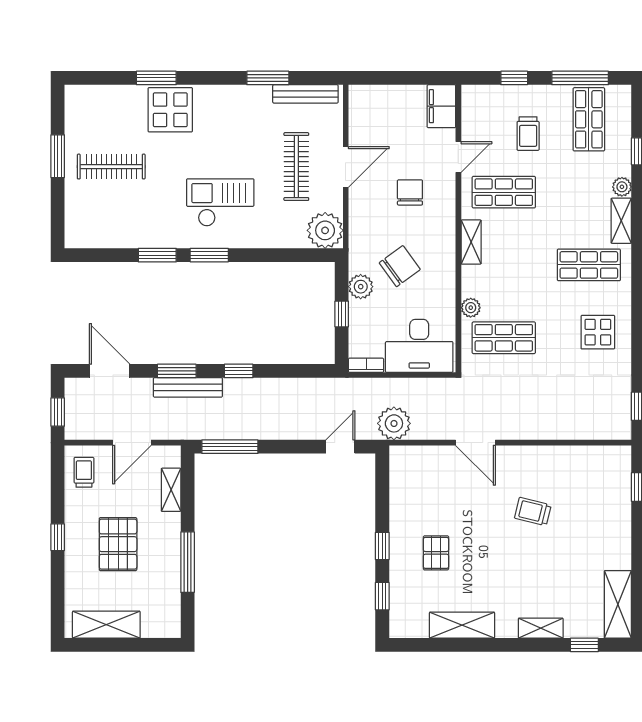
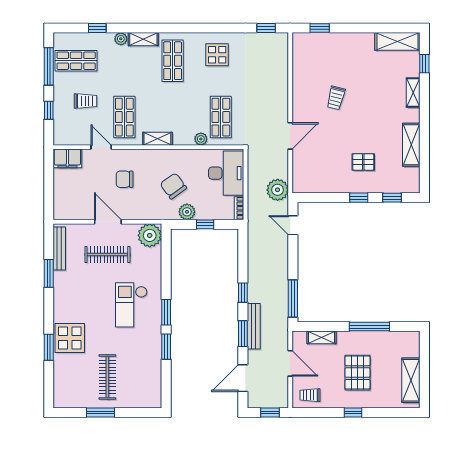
pallet: (118, 544) -> (357, 373), turned 90

